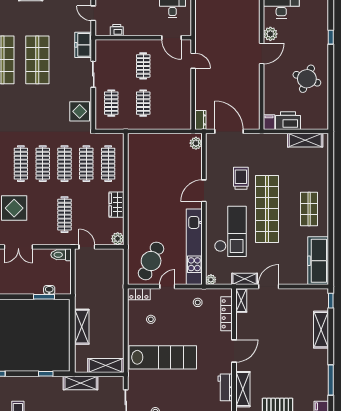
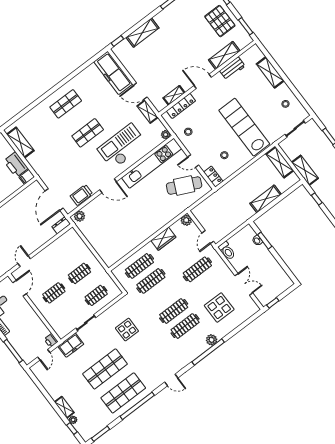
printer: (117, 30) -> (51, 340), moved
display table: (80, 111) -> (127, 330), moved
clothes rail: (65, 164) -> (162, 296), removed
trolley: (241, 178) -> (81, 195), moved
shop shelf: (267, 209) -> (88, 133), width x0.50, depth x0.74
freezer: (318, 261) -> (113, 73), moved, turned 90
shelving: (241, 300) -> (174, 95), moved

